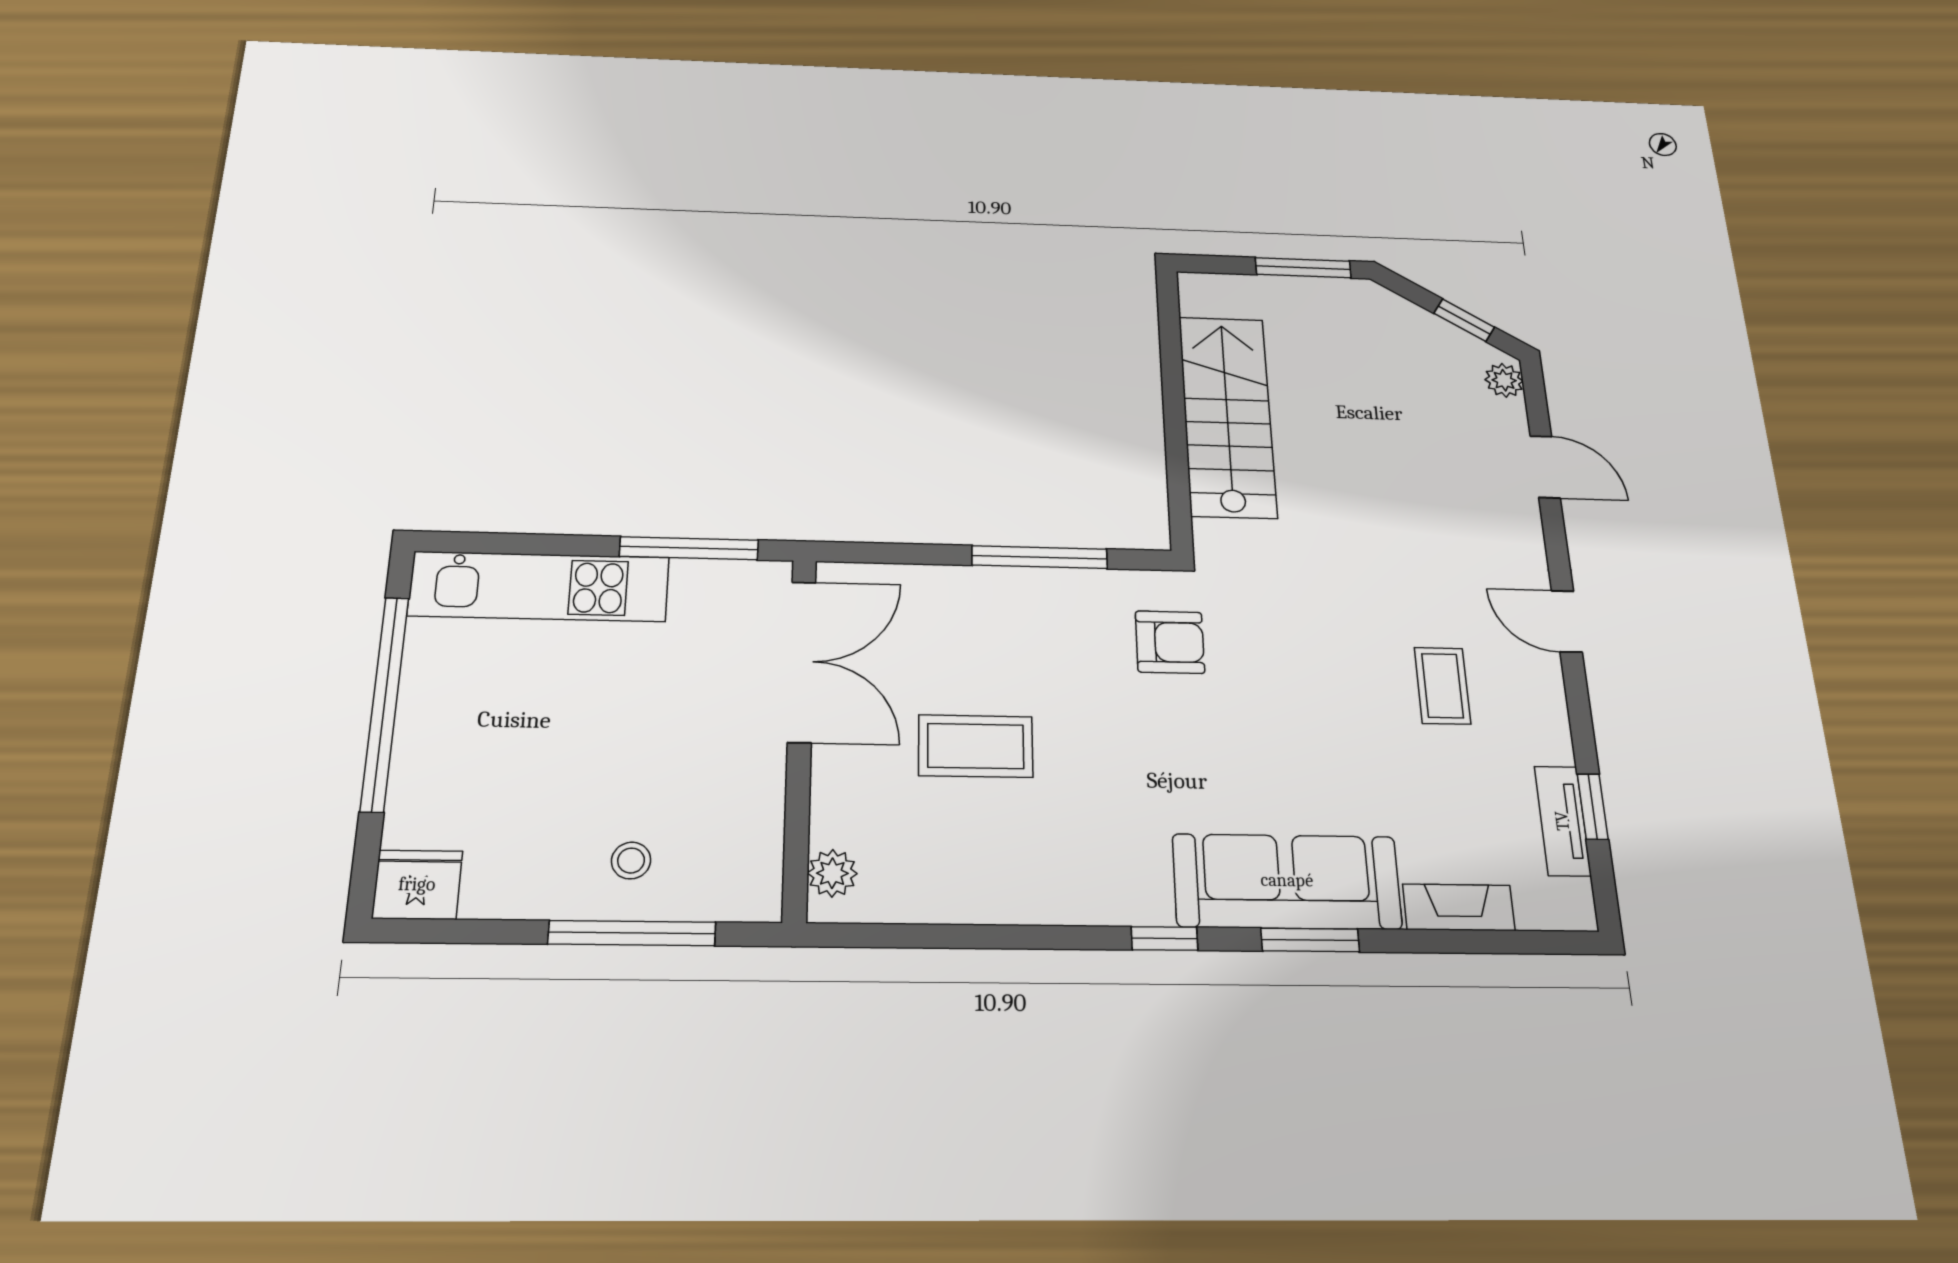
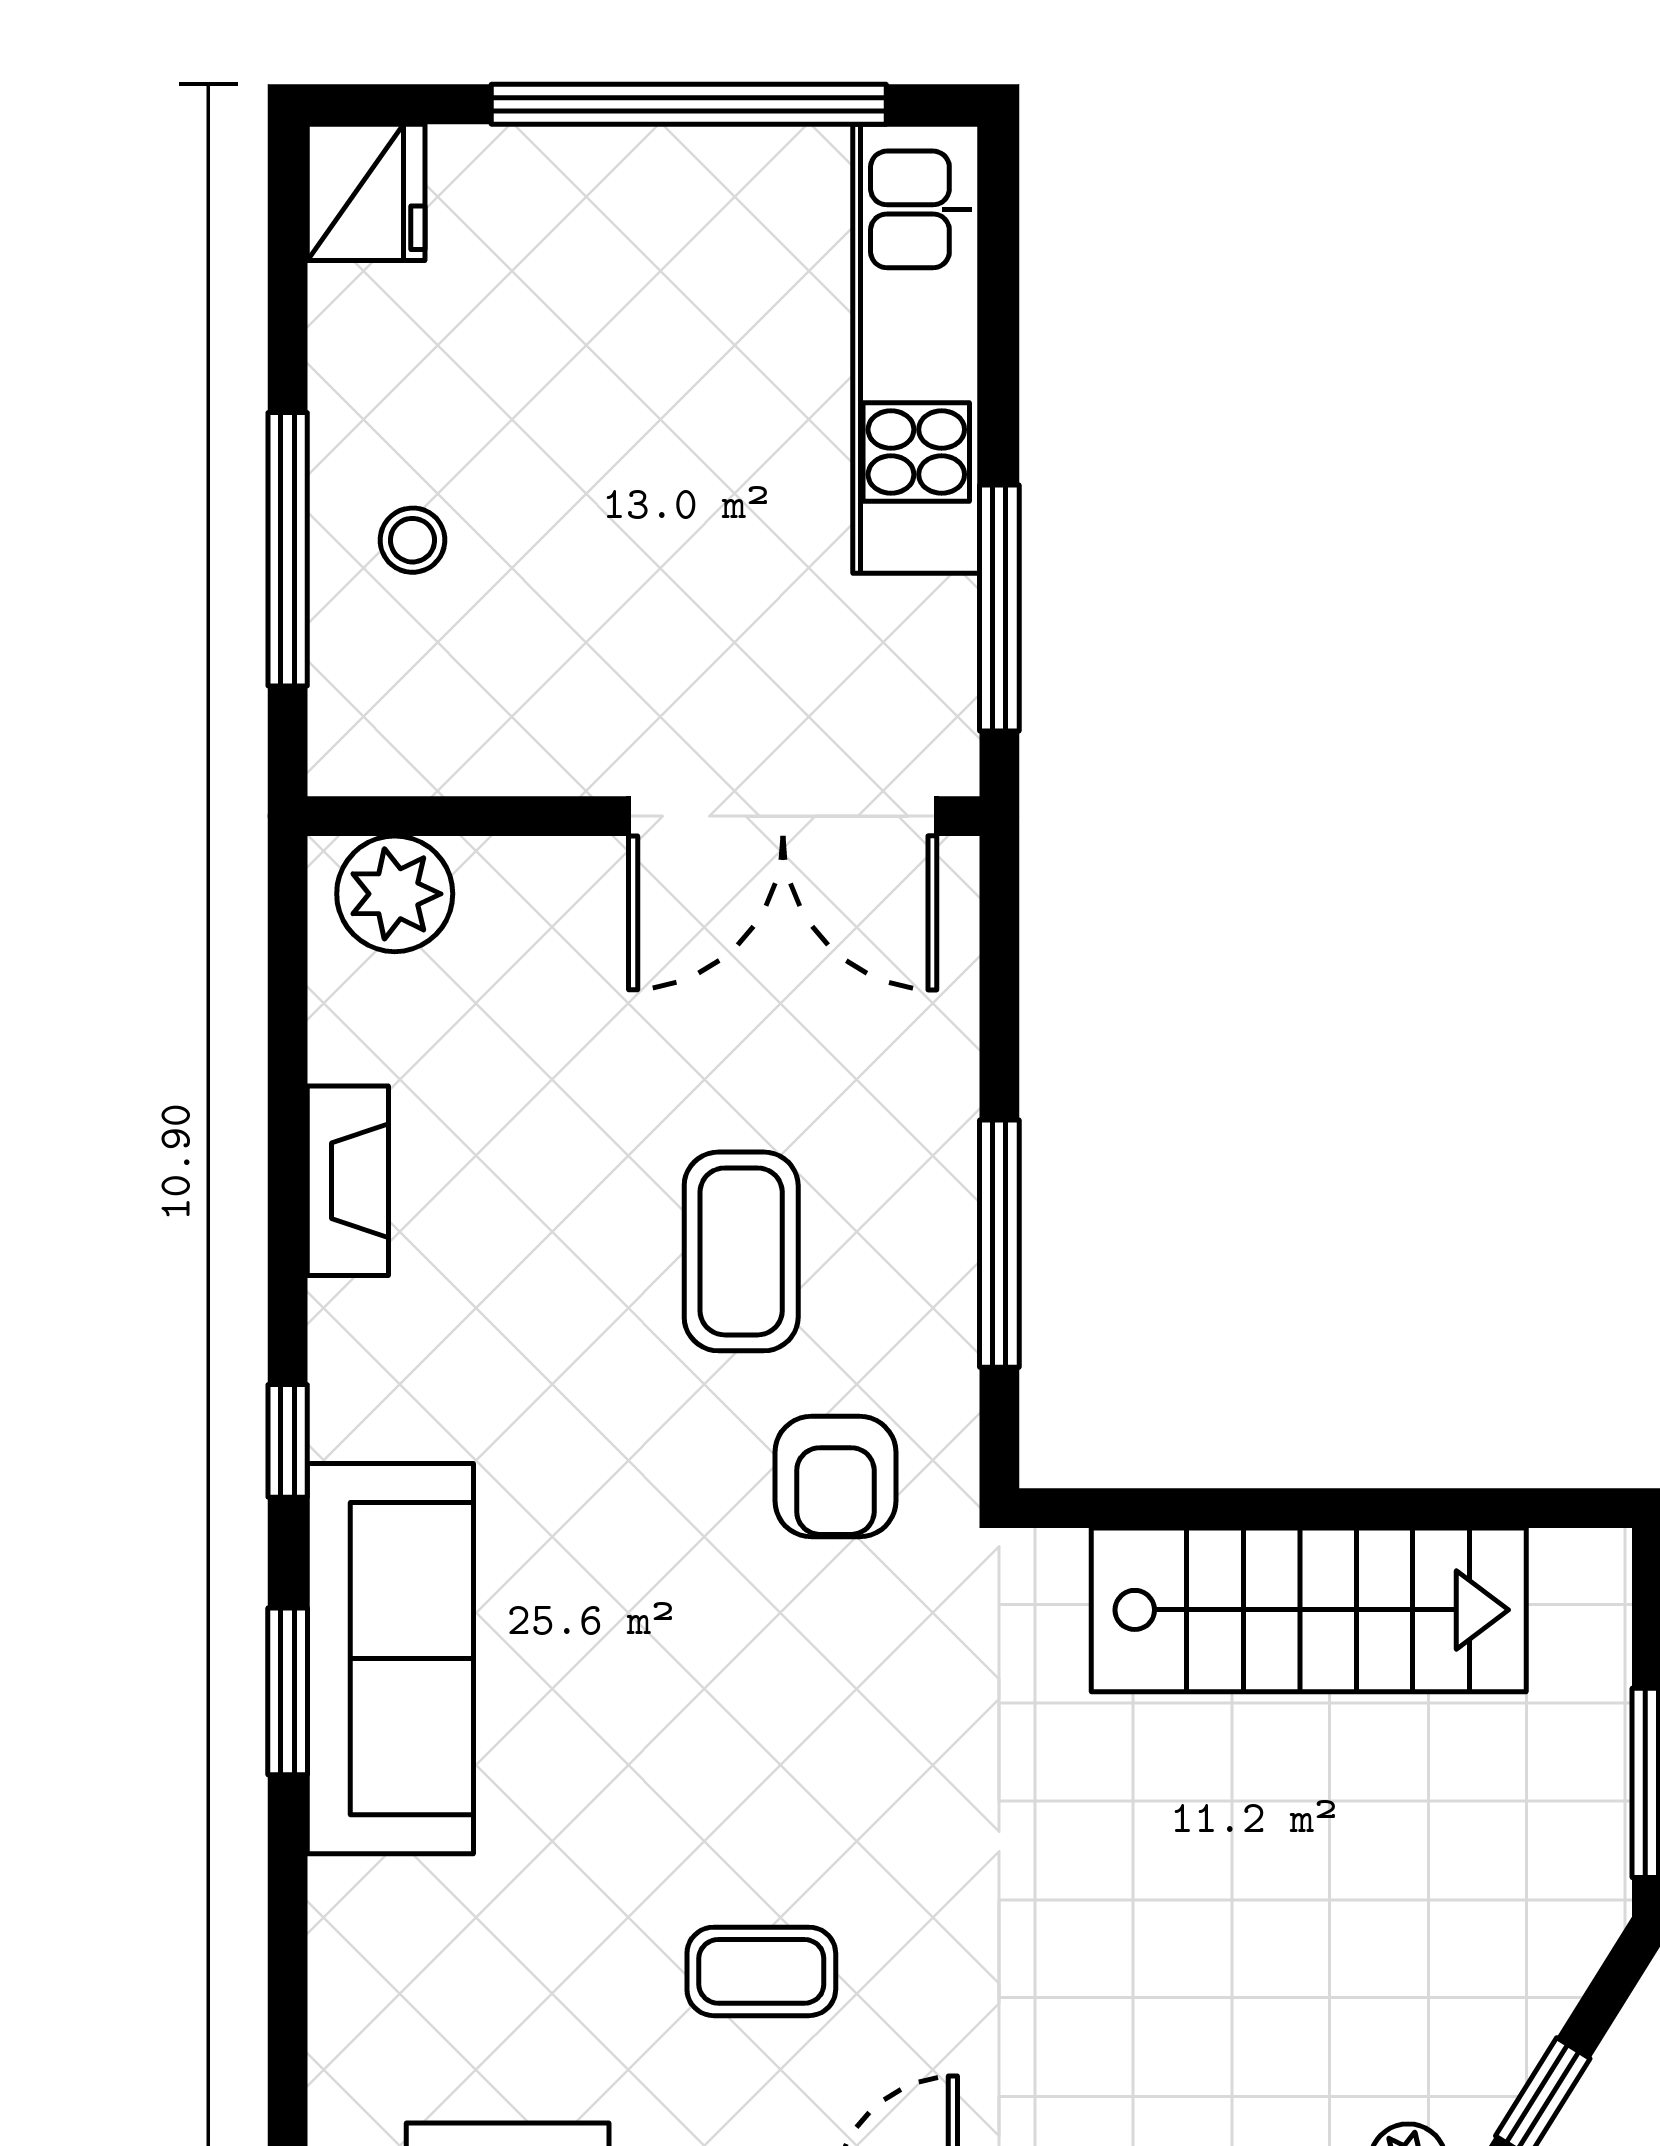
coffee table: (976, 746) -> (741, 1251), moved
plant: (832, 873) -> (395, 894), width x1.38, depth x1.38
fireplace: (1459, 907) -> (348, 1181), moved

